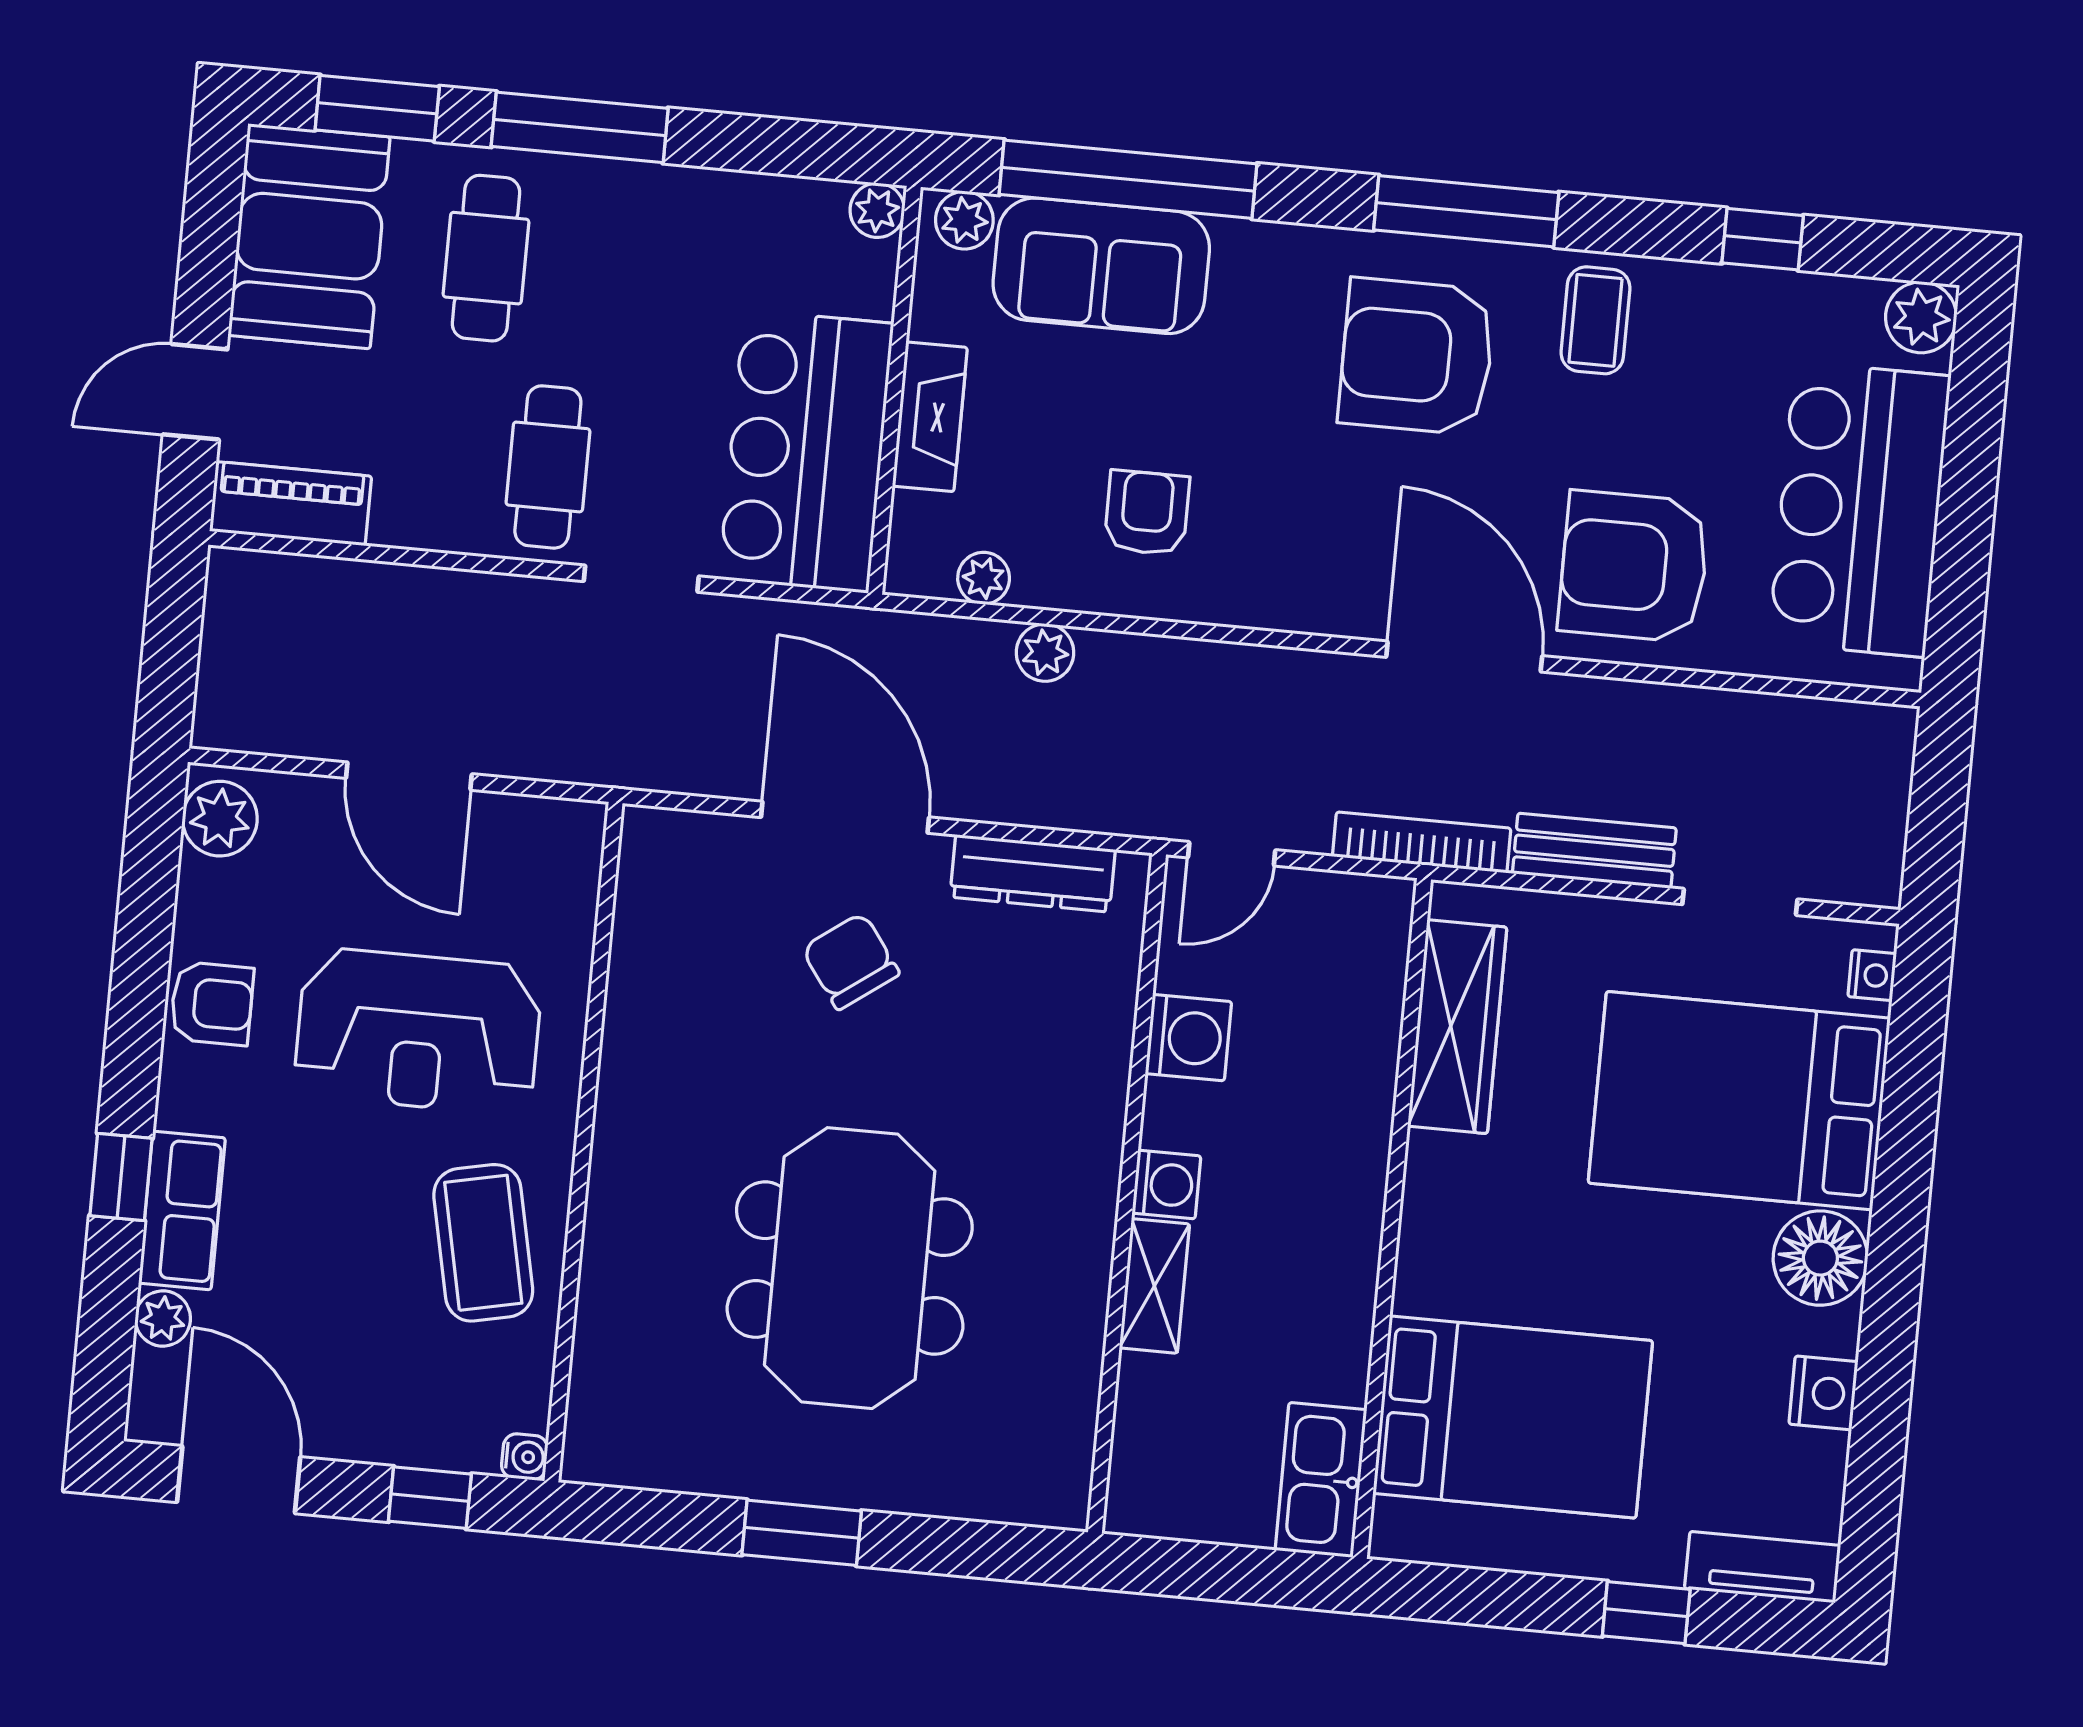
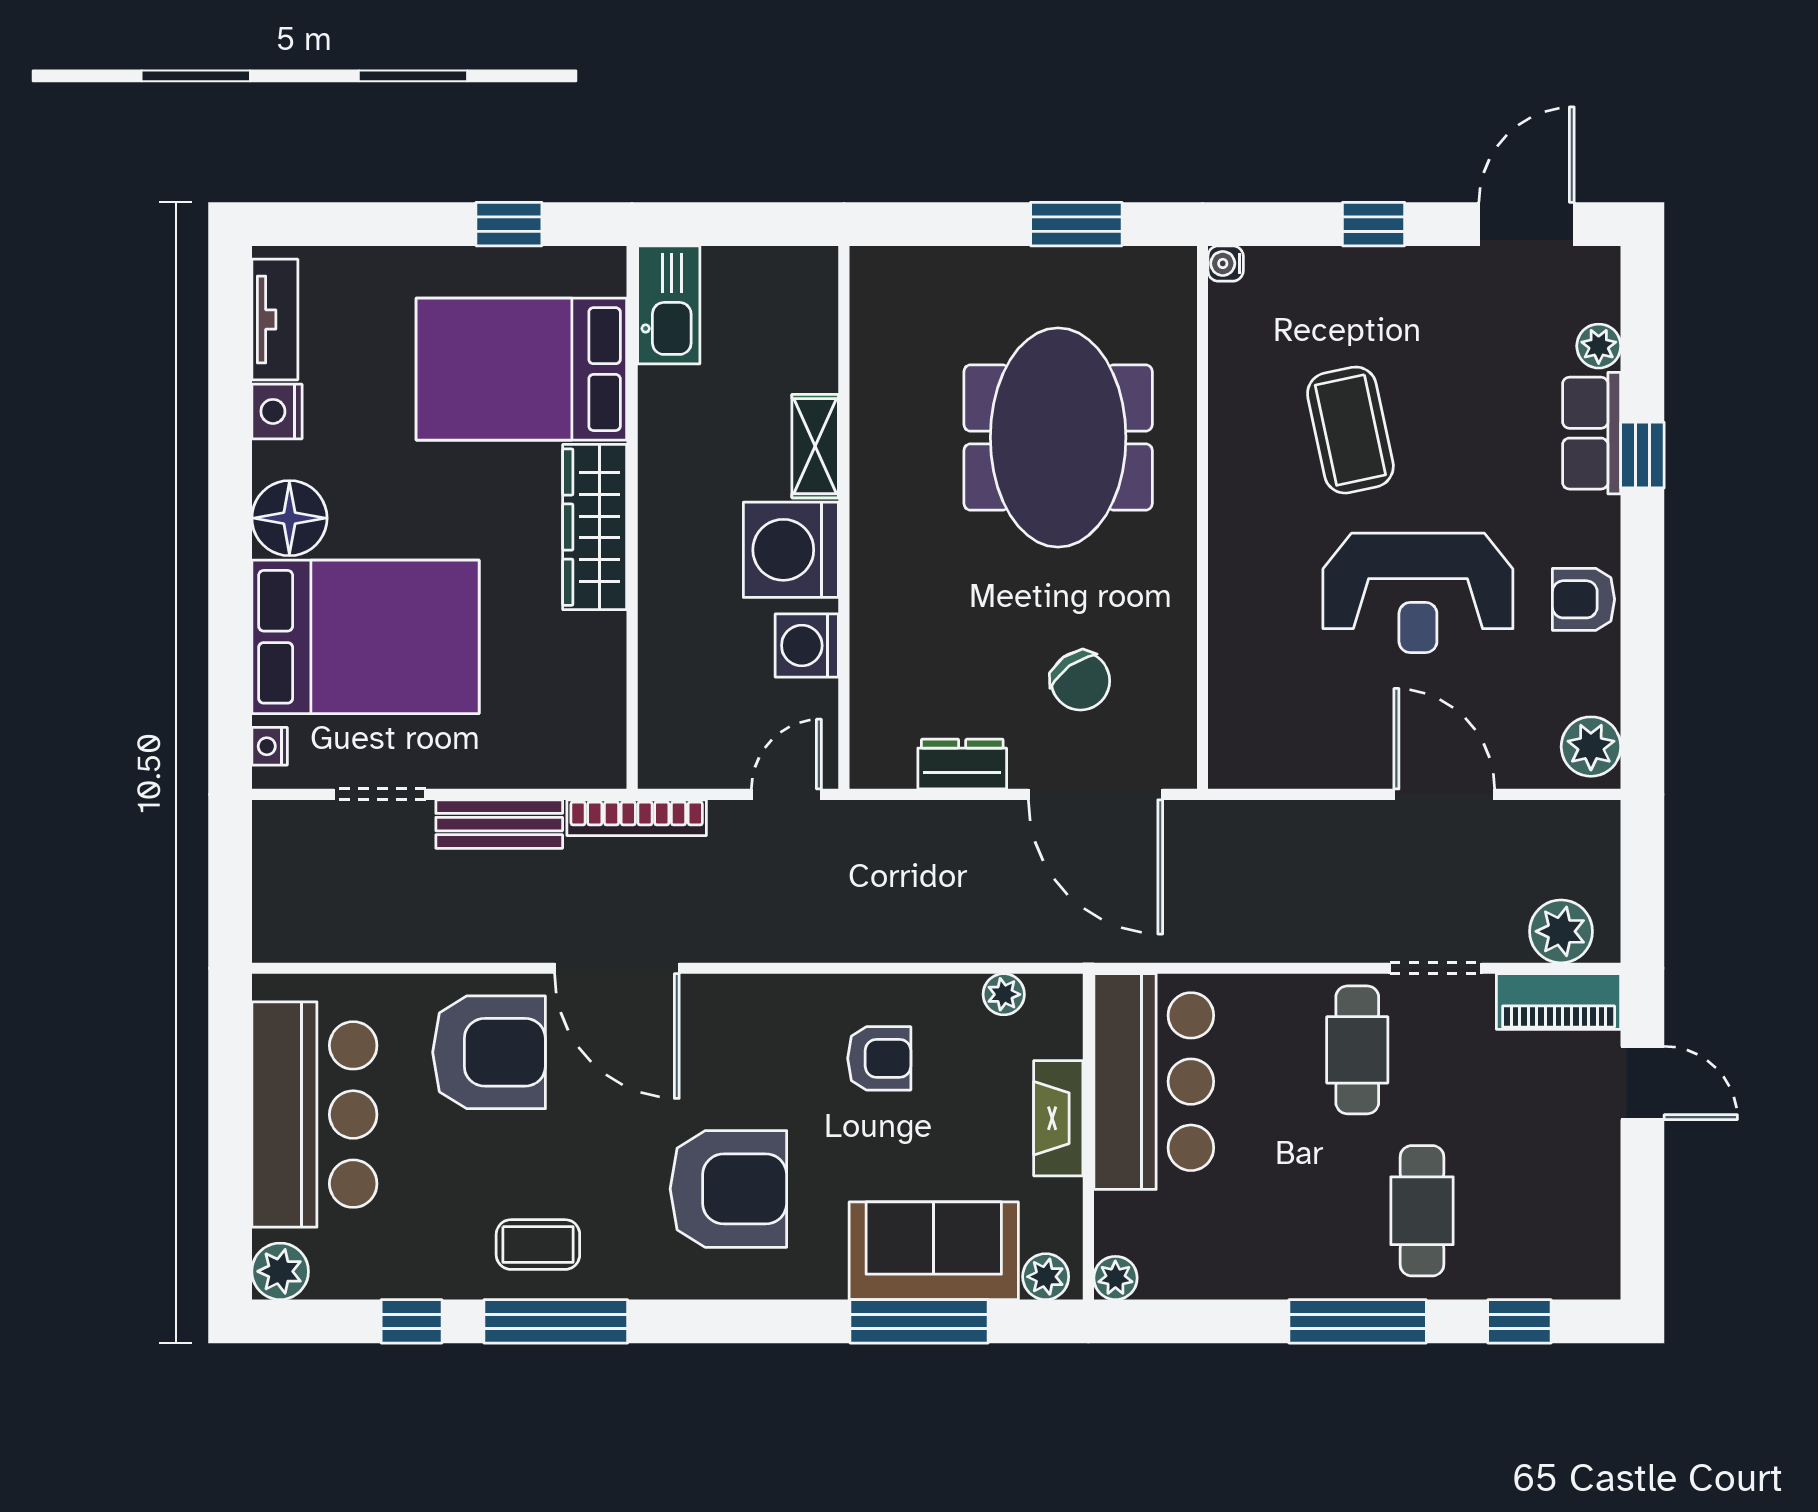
window: (377, 108) -> (1519, 1321), width x0.67
window: (1128, 179) -> (919, 1321), width x0.68
window: (1466, 211) -> (556, 1321), moved
booth: (309, 236) -> (1564, 1215), removed
coffee table: (1595, 320) -> (538, 1245), turned 90
armchair: (1417, 356) -> (728, 1189), moved
door: (195, 392) -> (1642, 1083), hinge flipped
armchair: (1147, 513) -> (879, 1058), turned -90
doorway: (641, 579) -> (1436, 968), moved
plant: (1045, 653) -> (1561, 931), moved, width x1.38, depth x1.38
dresser: (1033, 873) -> (962, 764), width x0.70
wardrobe: (1457, 1027) -> (595, 527), moved
reception desk: (418, 1031) -> (1418, 593), turned 180
wall: (584, 1142) -> (1202, 517), moved
washing machine: (1166, 1185) -> (791, 550), width x1.89, depth x1.89
water cooler: (525, 1457) -> (1226, 263), moved
door: (239, 1480) -> (1527, 224), swing flipped
tv unit: (1763, 1567) -> (275, 319), moved, turned -90
window: (1646, 1613) -> (509, 224), moved

